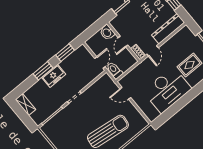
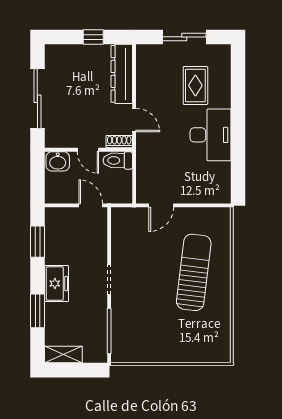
toilet: (114, 70) -> (118, 160), moved
window: (43, 71) -> (37, 311), moved
desk: (167, 90) -> (210, 135), width x0.73, depth x0.77

